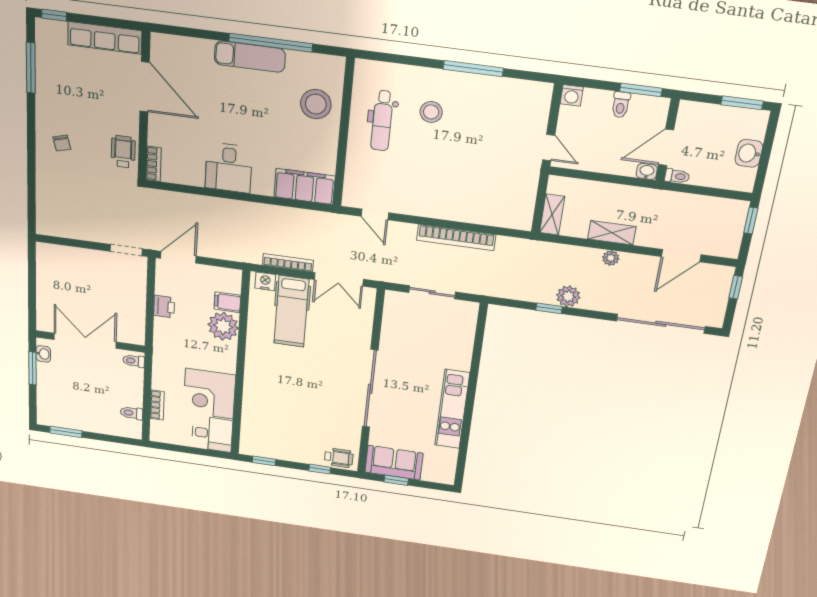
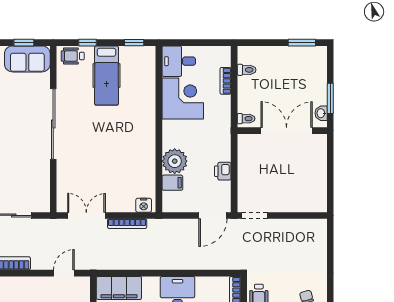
door: (375, 214) -> (64, 273), hinge flipped
hospital bed: (291, 311) -> (107, 75), moved, turned 180
double door: (85, 341) -> (287, 131), swing flipped

